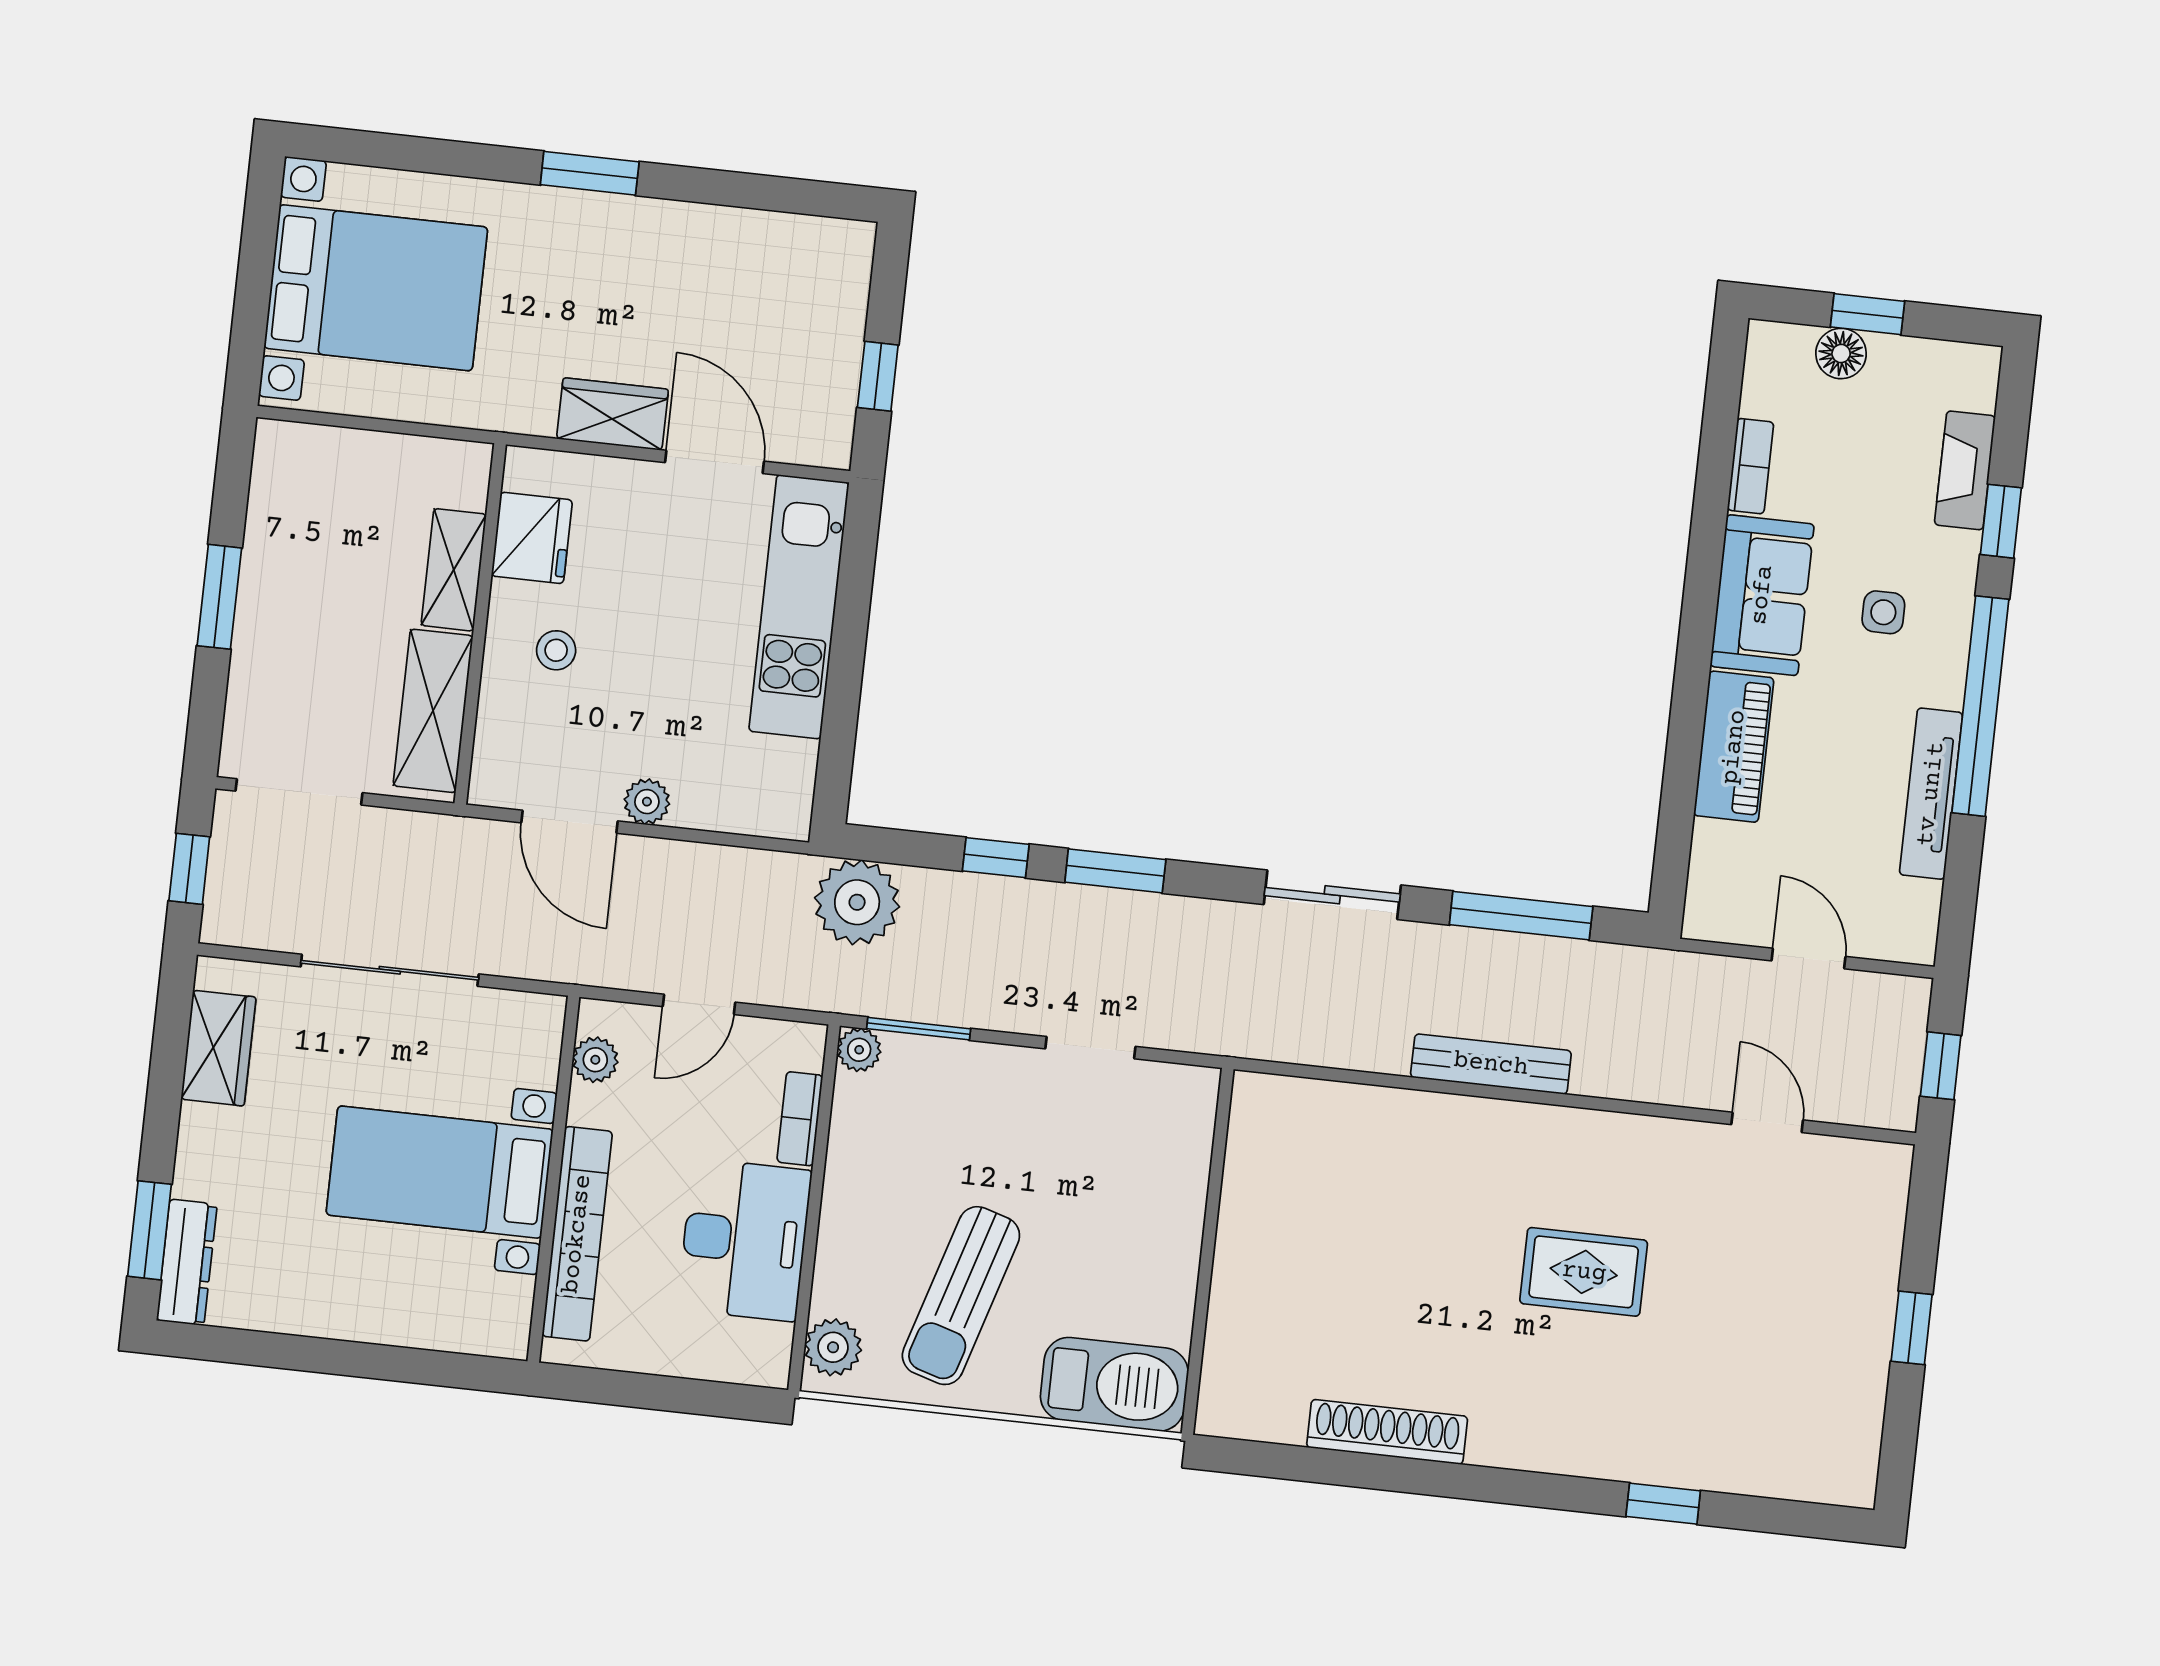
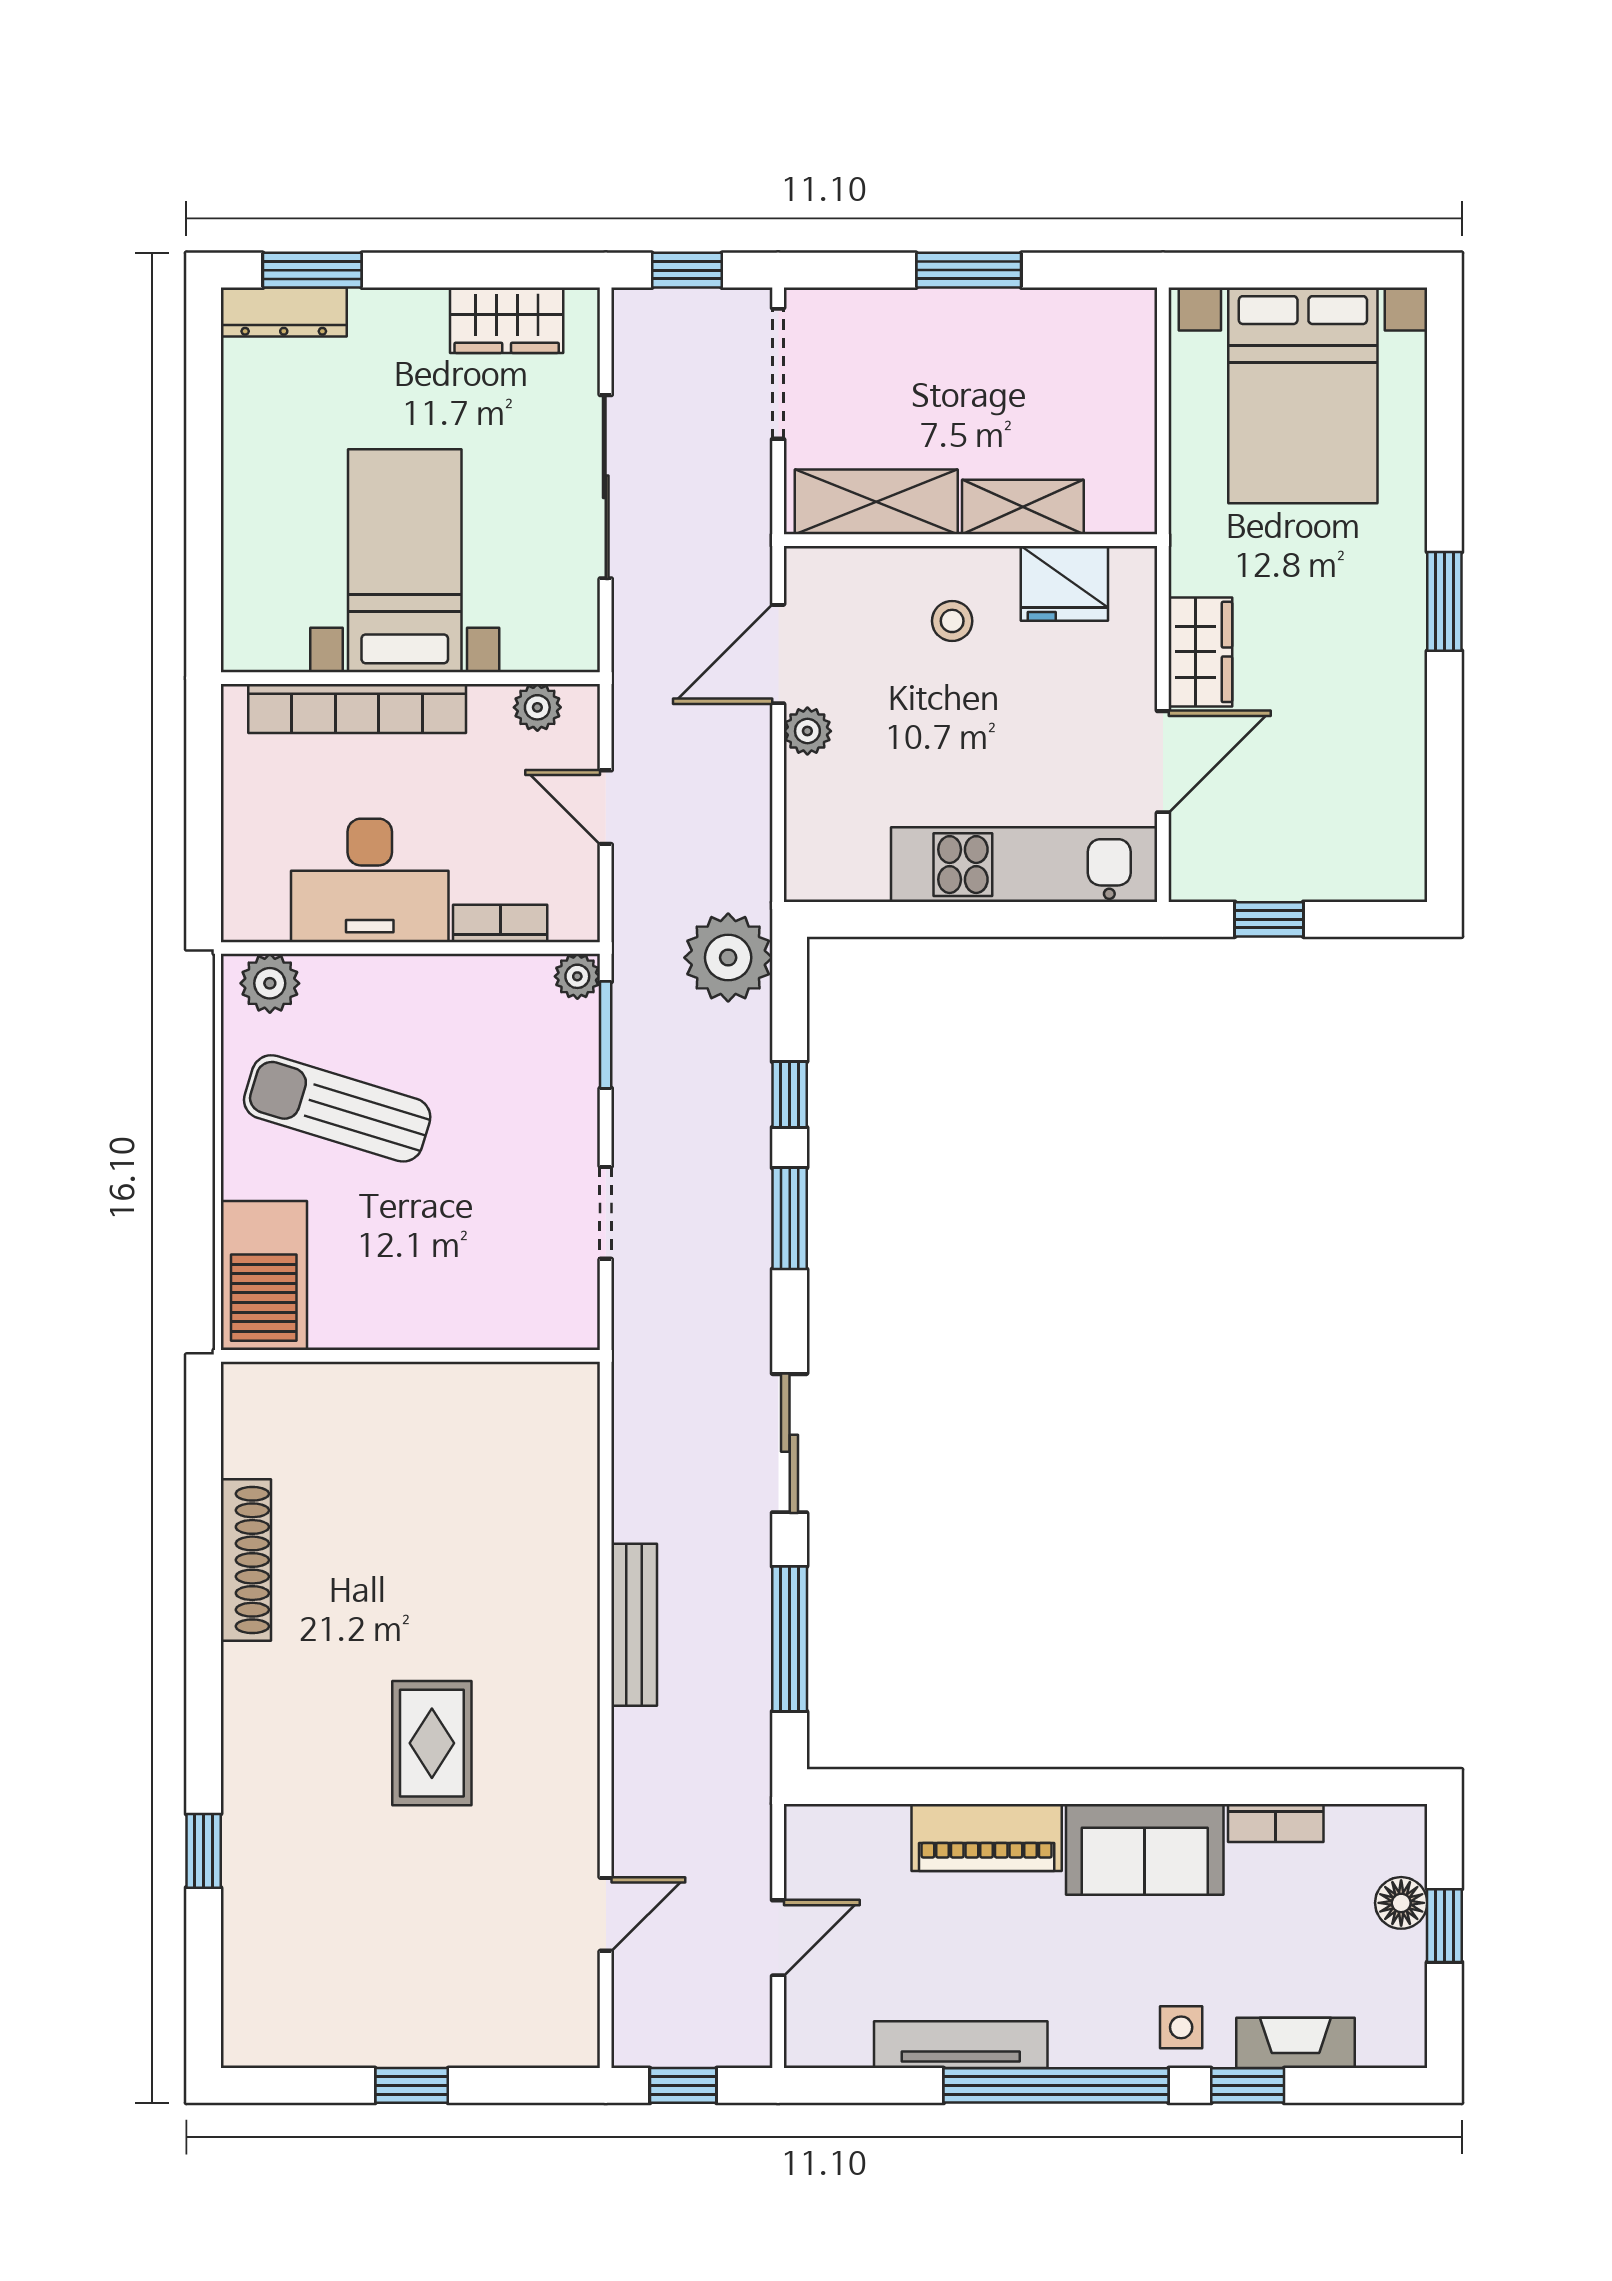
side table: (1883, 612) -> (1181, 2027), moved

